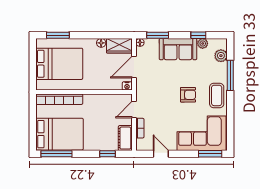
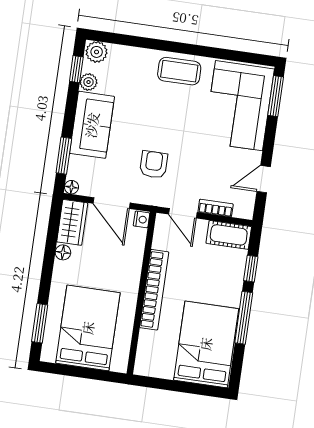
window: (198, 35) -> (76, 69), moved
plant: (221, 56) -> (97, 52), moved
window: (230, 75) -> (149, 43), removed
armchair: (188, 95) -> (154, 164), moved
bookcase: (59, 99) -> (154, 290), moved
window: (57, 154) -> (244, 318), moved

